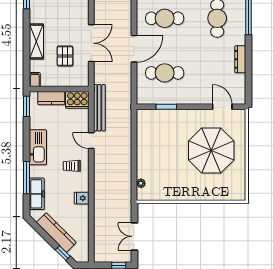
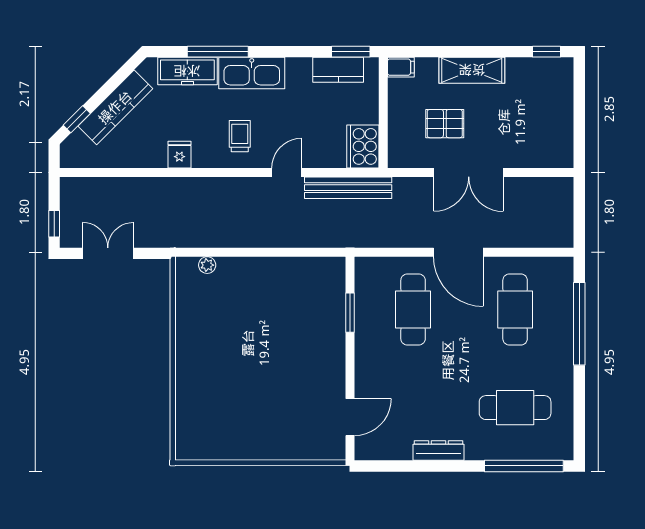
kitchen counter: (51, 98) -> (338, 70), moved, turned -90
kitchen sink: (38, 147) -> (252, 73), moved
parasol: (211, 150) -> (268, 396), removed

